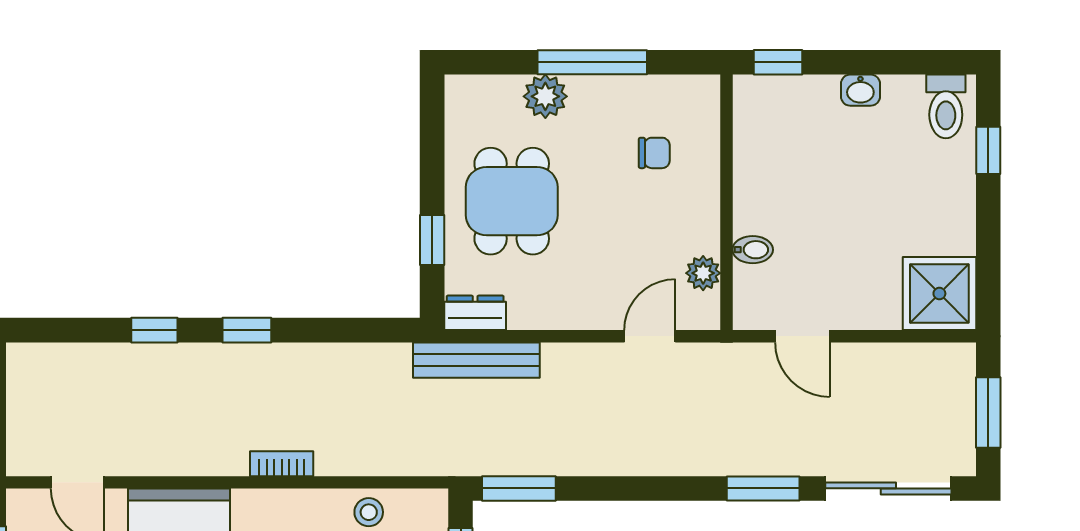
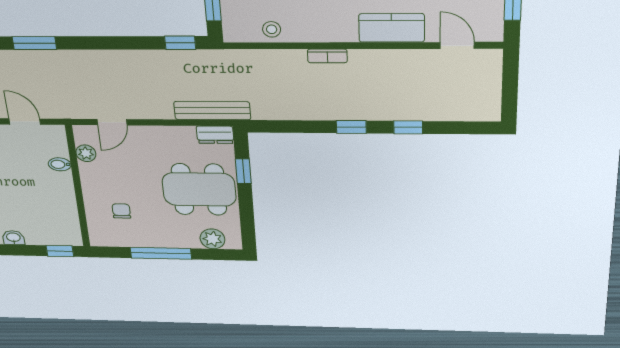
plant: (545, 96) -> (212, 239), moved
chair: (654, 153) -> (121, 211), turned 90
dining table: (512, 201) -> (199, 189), width x1.38
window: (519, 488) -> (180, 43), width x0.67

